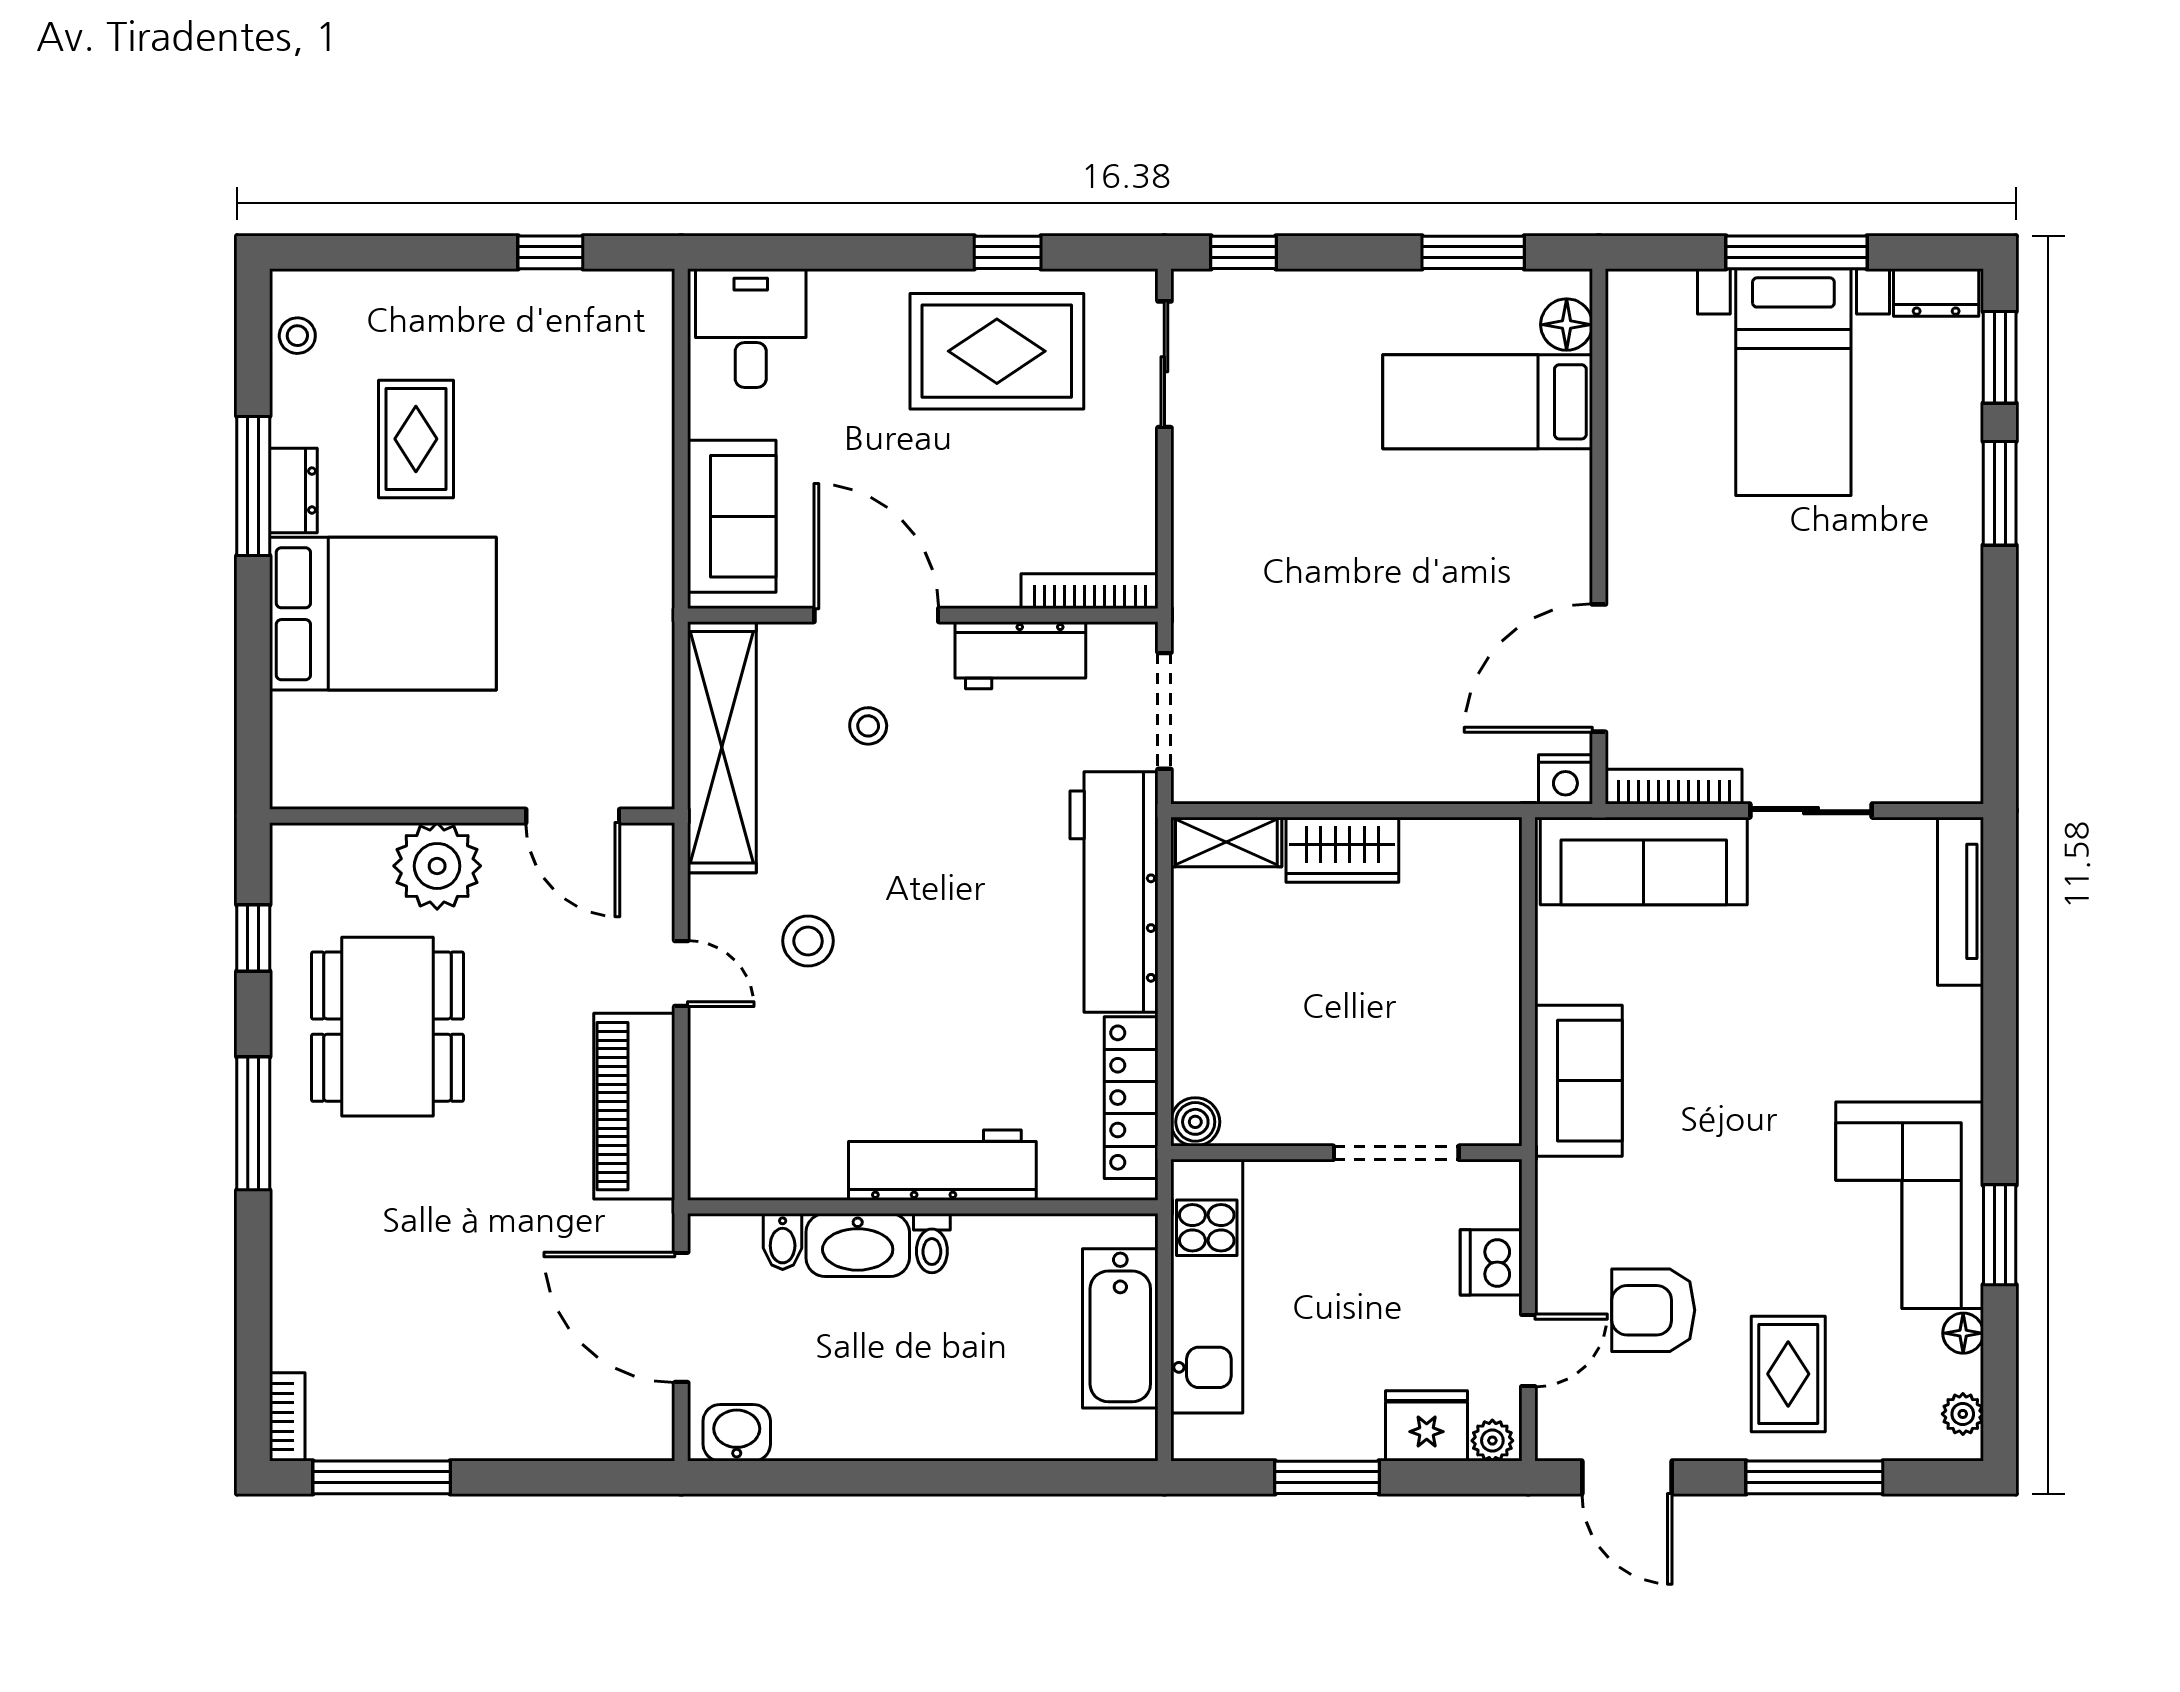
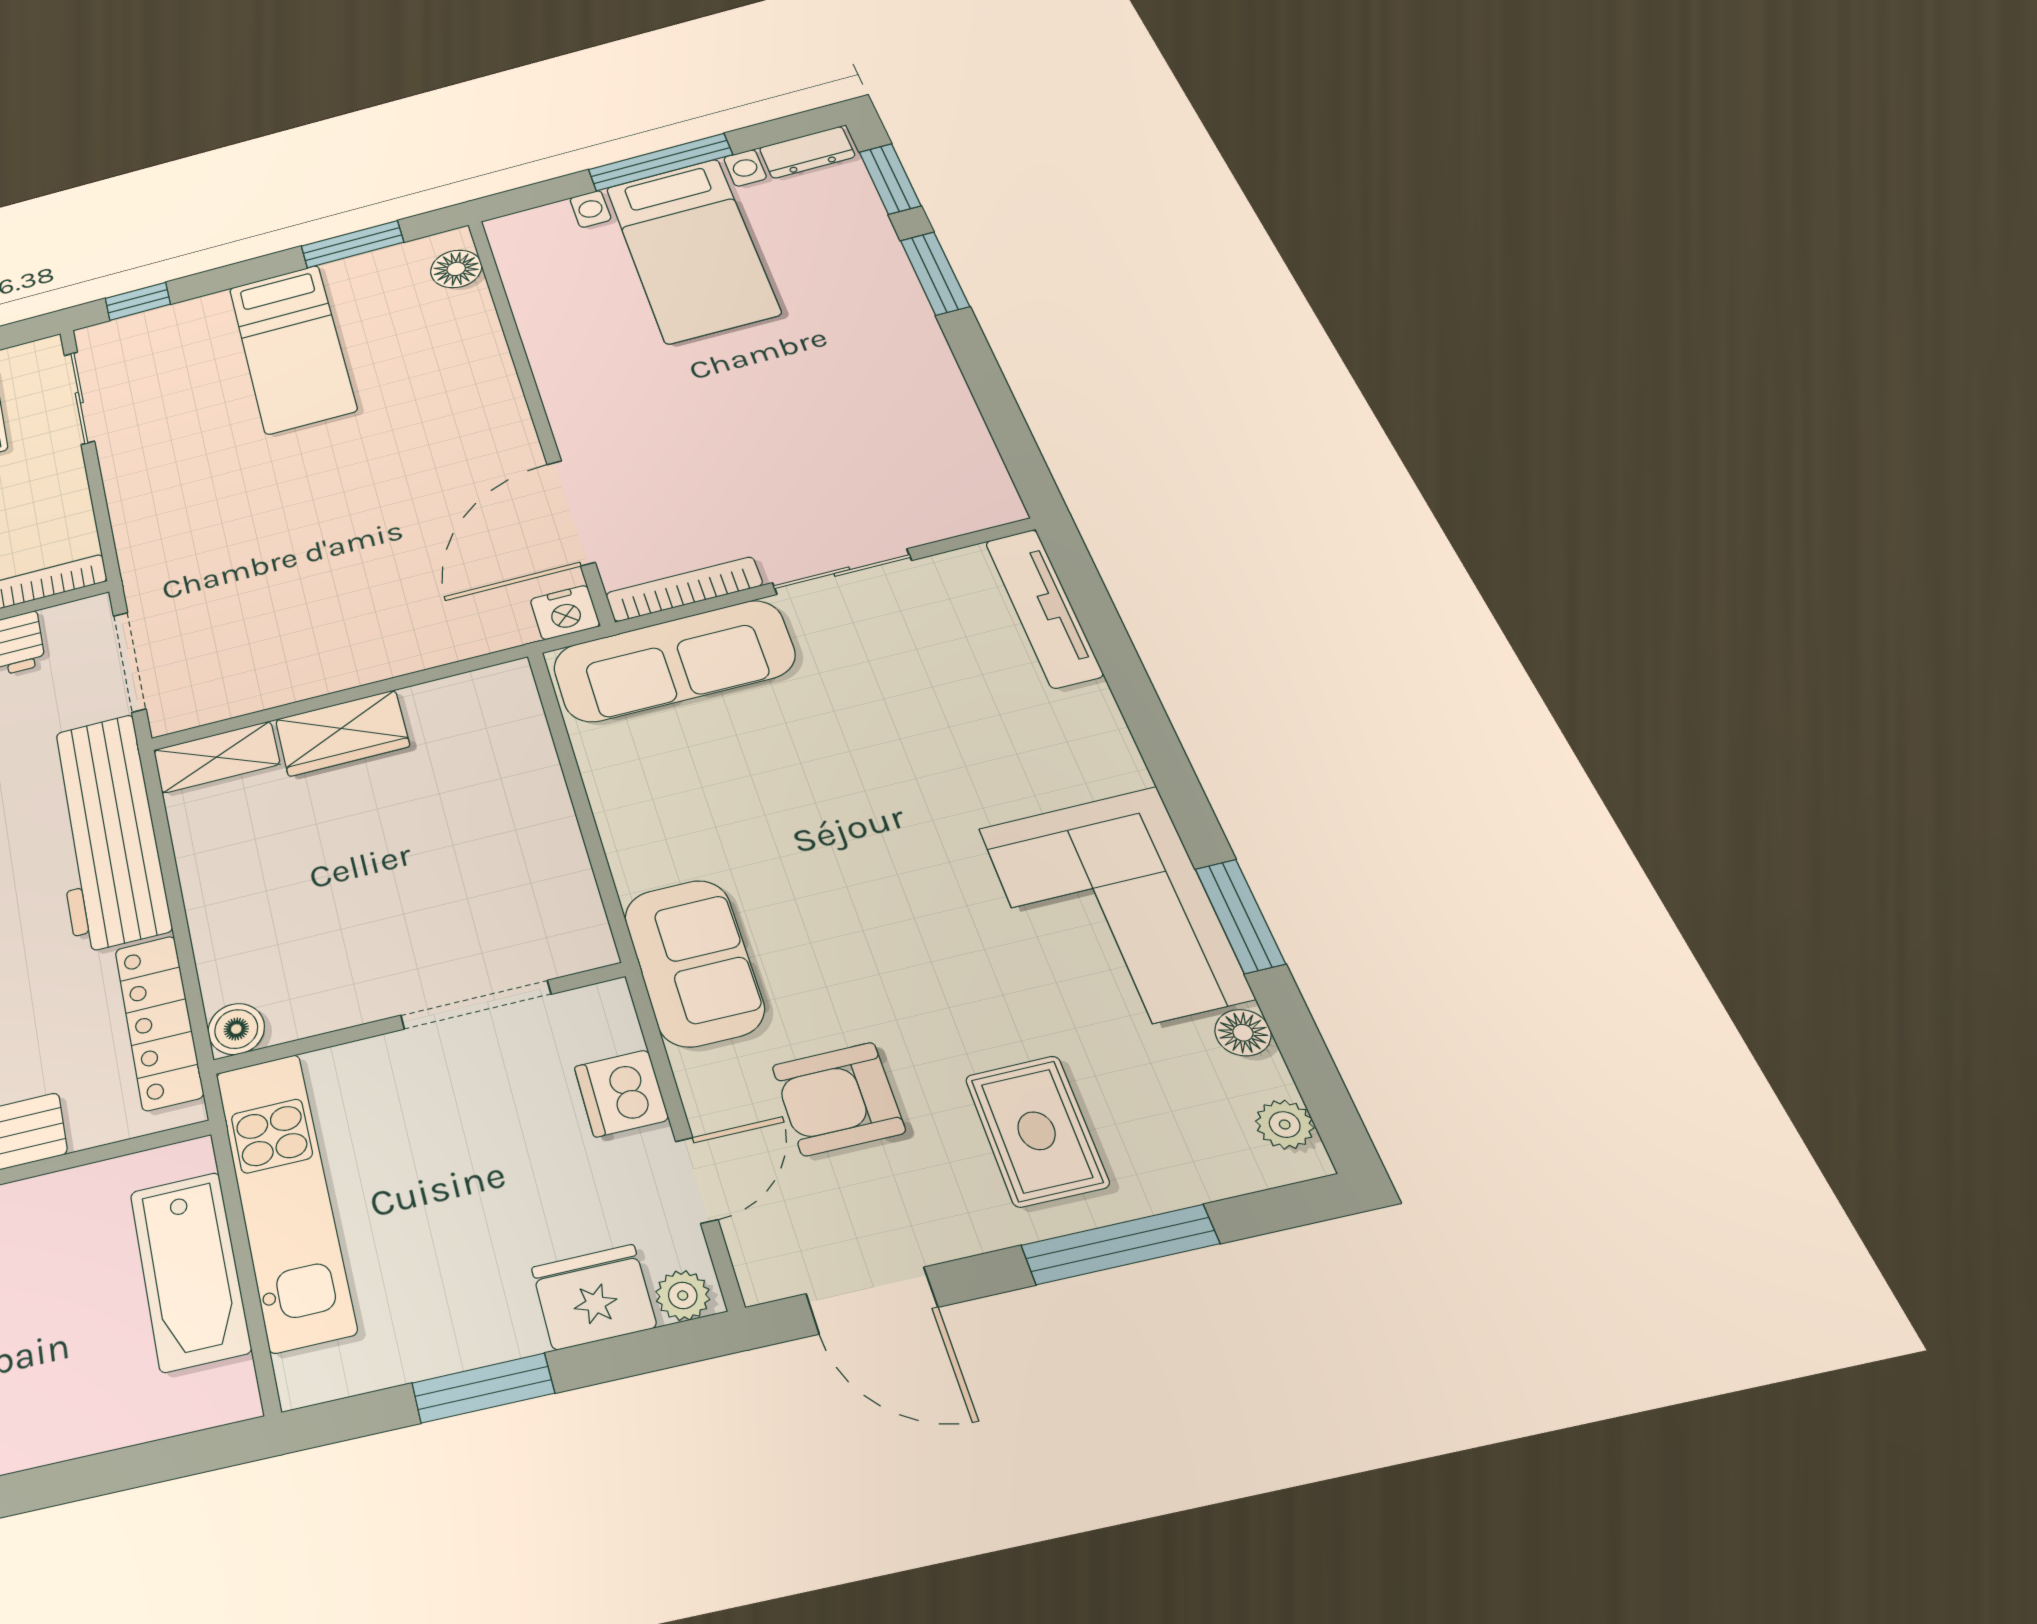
bed: (1488, 402) -> (292, 348), moved, turned -90
sofa: (1579, 1081) -> (694, 963), moved

